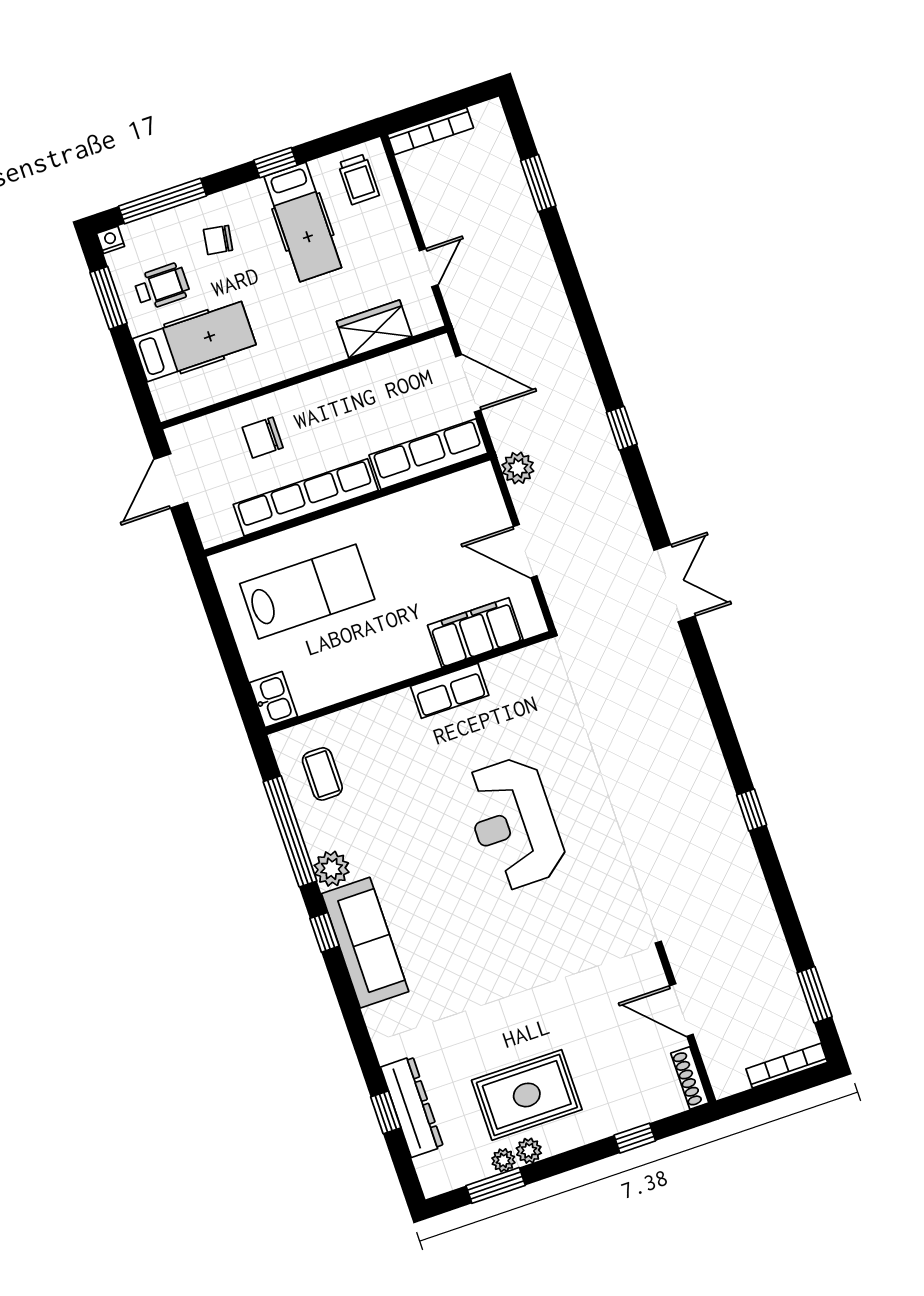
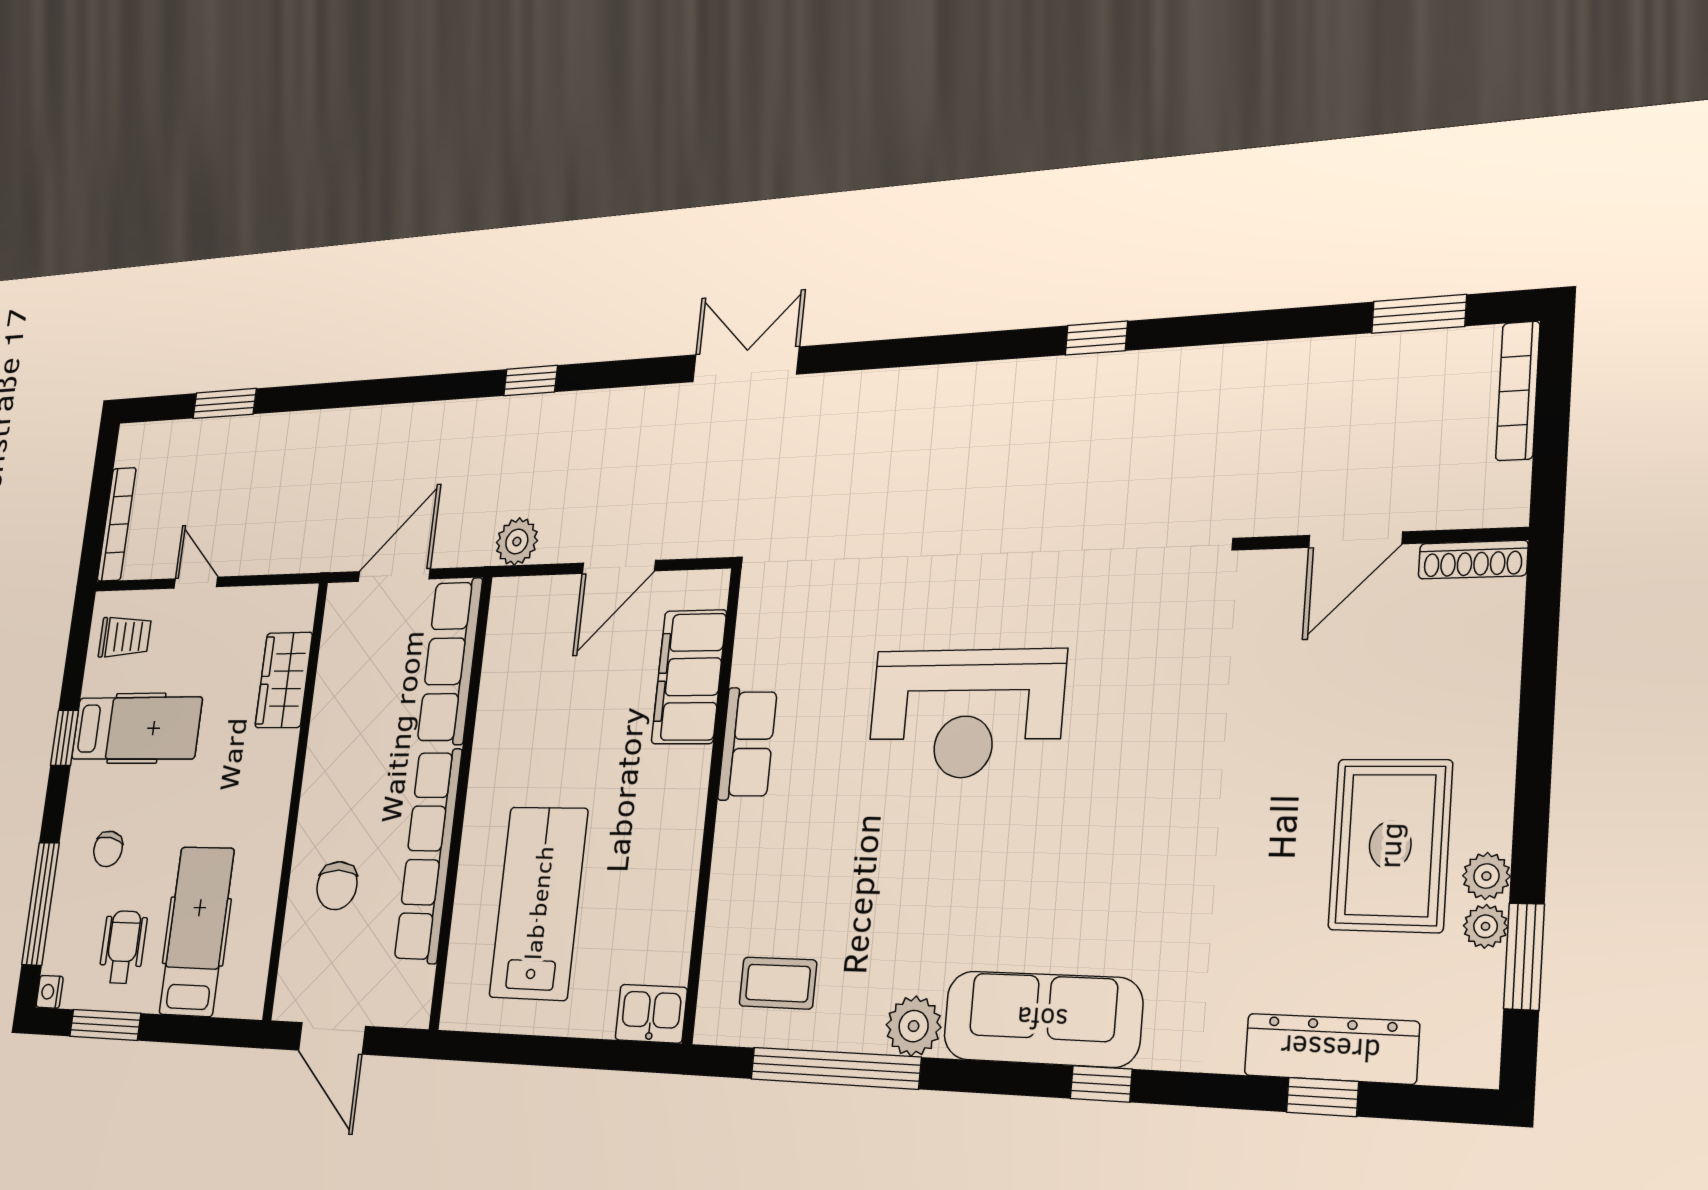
door: (429, 268) -> (196, 583), moved
window: (324, 932) -> (1101, 1084), moved
window: (635, 1138) -> (1538, 686), removed

